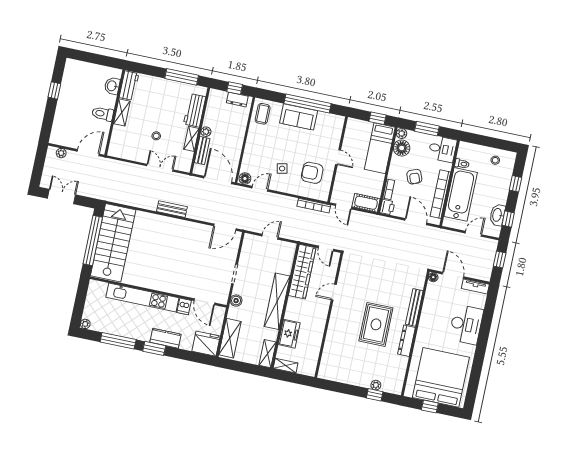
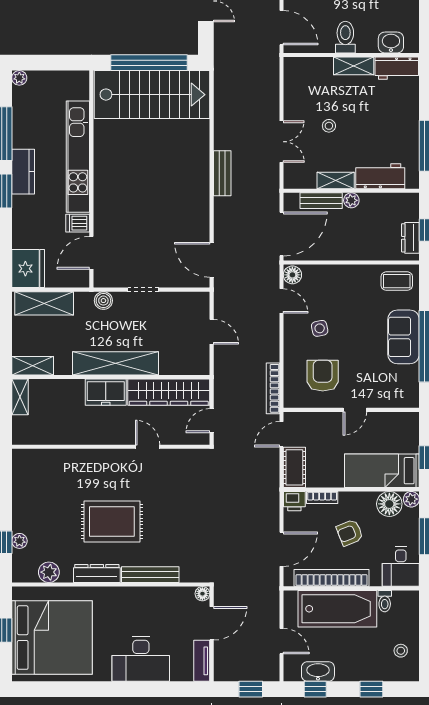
freezer: (289, 334) -> (106, 392), moved
kitchen counter: (165, 338) -> (23, 172), moved
plant: (399, 371) -> (49, 572), added

